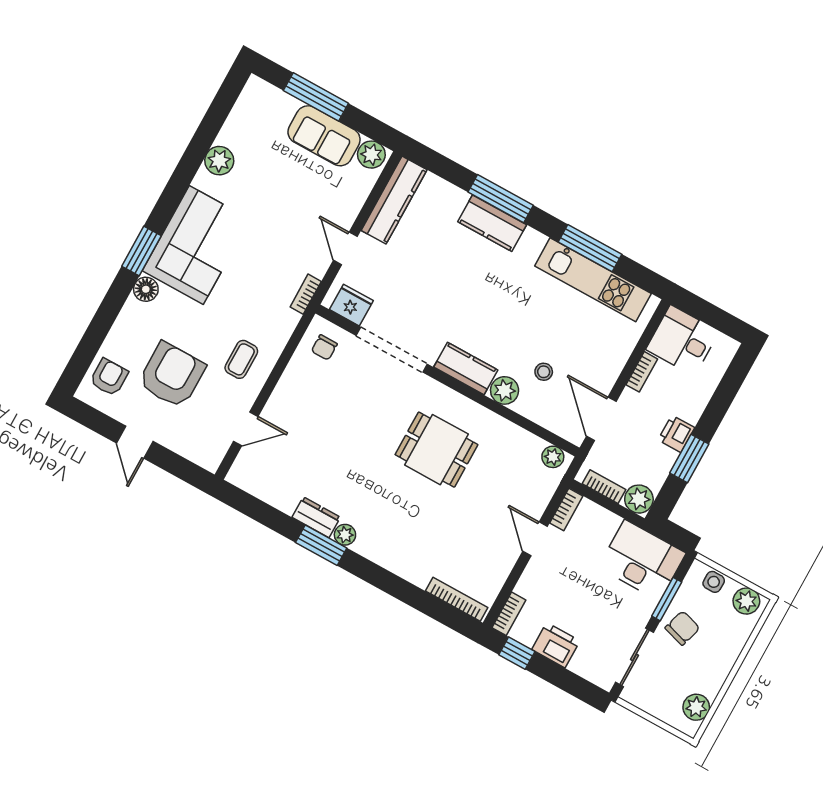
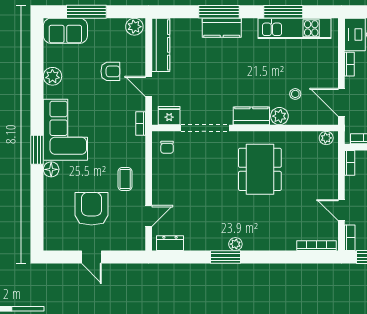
sofa: (324, 136) -> (65, 31), moved
armchair: (109, 377) -> (110, 71), moved, turned 90
dining table: (436, 450) -> (260, 169), width x1.38
dresser: (316, 517) -> (170, 243), moved
door: (535, 539) -> (341, 210), moved

